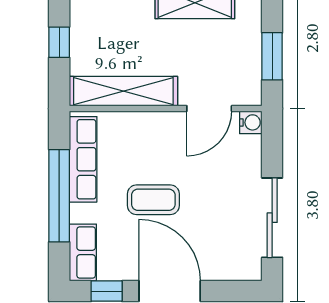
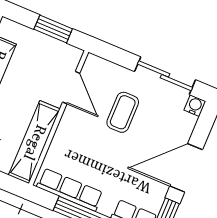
water cooler: (251, 122) -> (195, 106), moved
coffee table: (153, 200) -> (123, 112), moved

